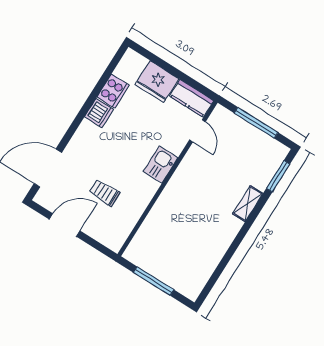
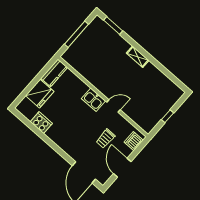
dishwasher: (99, 113) -> (134, 141), moved, turned -90
door: (197, 131) -> (114, 106), moved
shelving: (248, 204) -> (138, 57), moved
window: (154, 281) -> (167, 116), width x0.46

